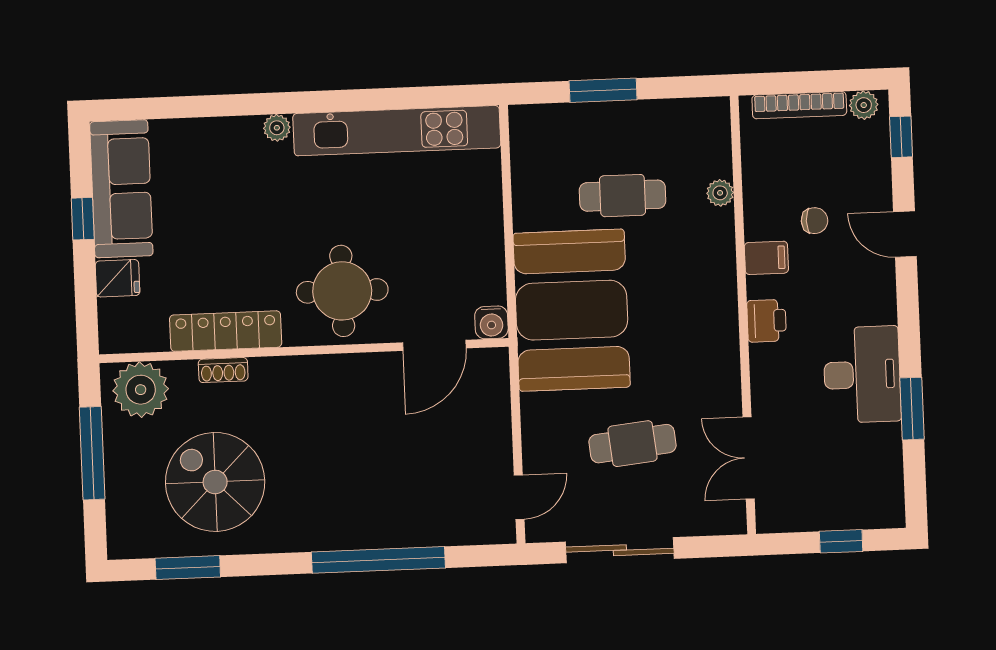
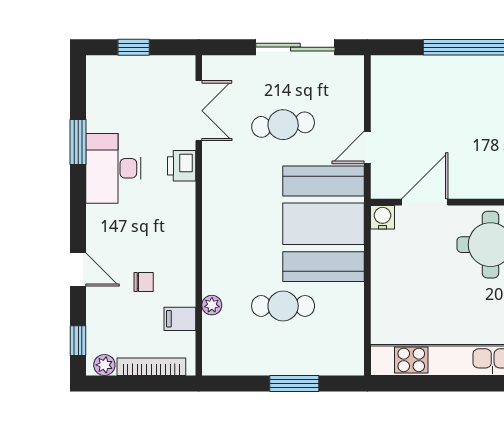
chair: (815, 221) -> (144, 282), turned 180
filing cabinet: (766, 258) -> (180, 319), moved
printer: (767, 321) -> (182, 166), moved
door: (519, 497) -> (367, 147), moved

